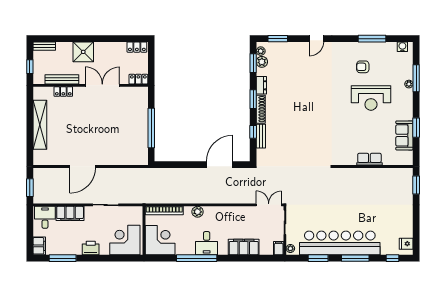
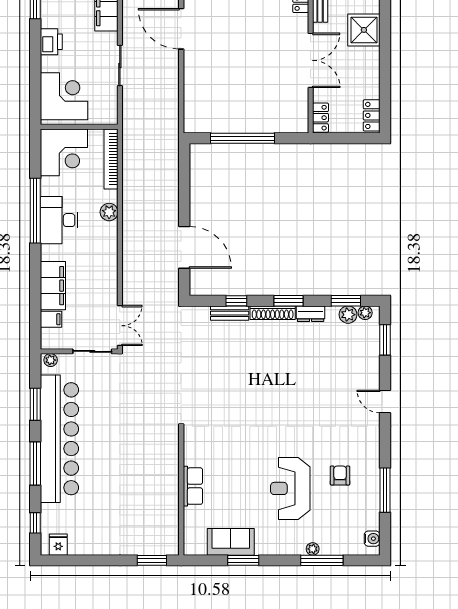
desk: (207, 243) -> (59, 220), width x1.37
filing cabinet: (279, 248) -> (51, 319), moved

